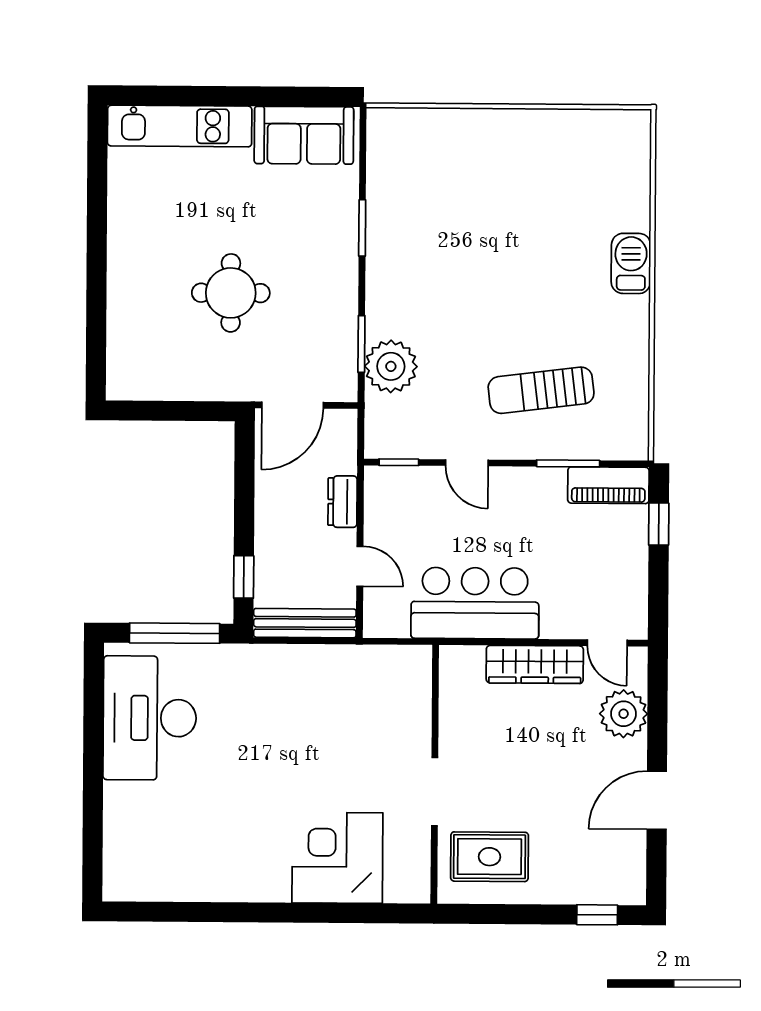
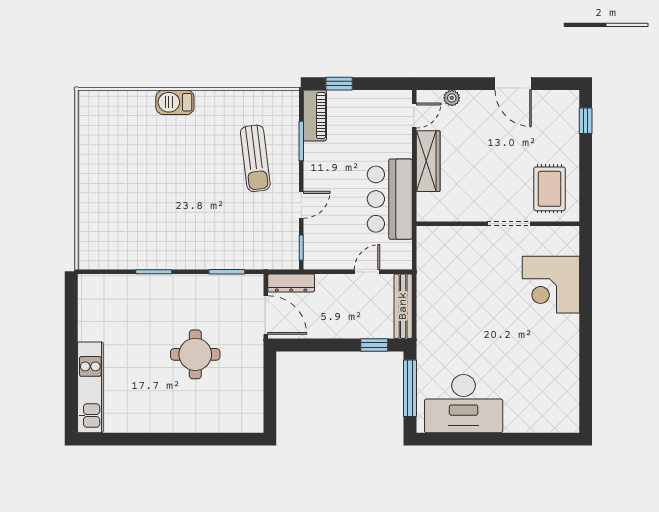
sofa: (304, 135) -> (96, 309), removed
plant: (391, 366) -> (241, 253), removed
dresser: (343, 502) -> (291, 283), moved, width x1.44
plant: (624, 714) -> (452, 98), width x0.53, depth x0.53

